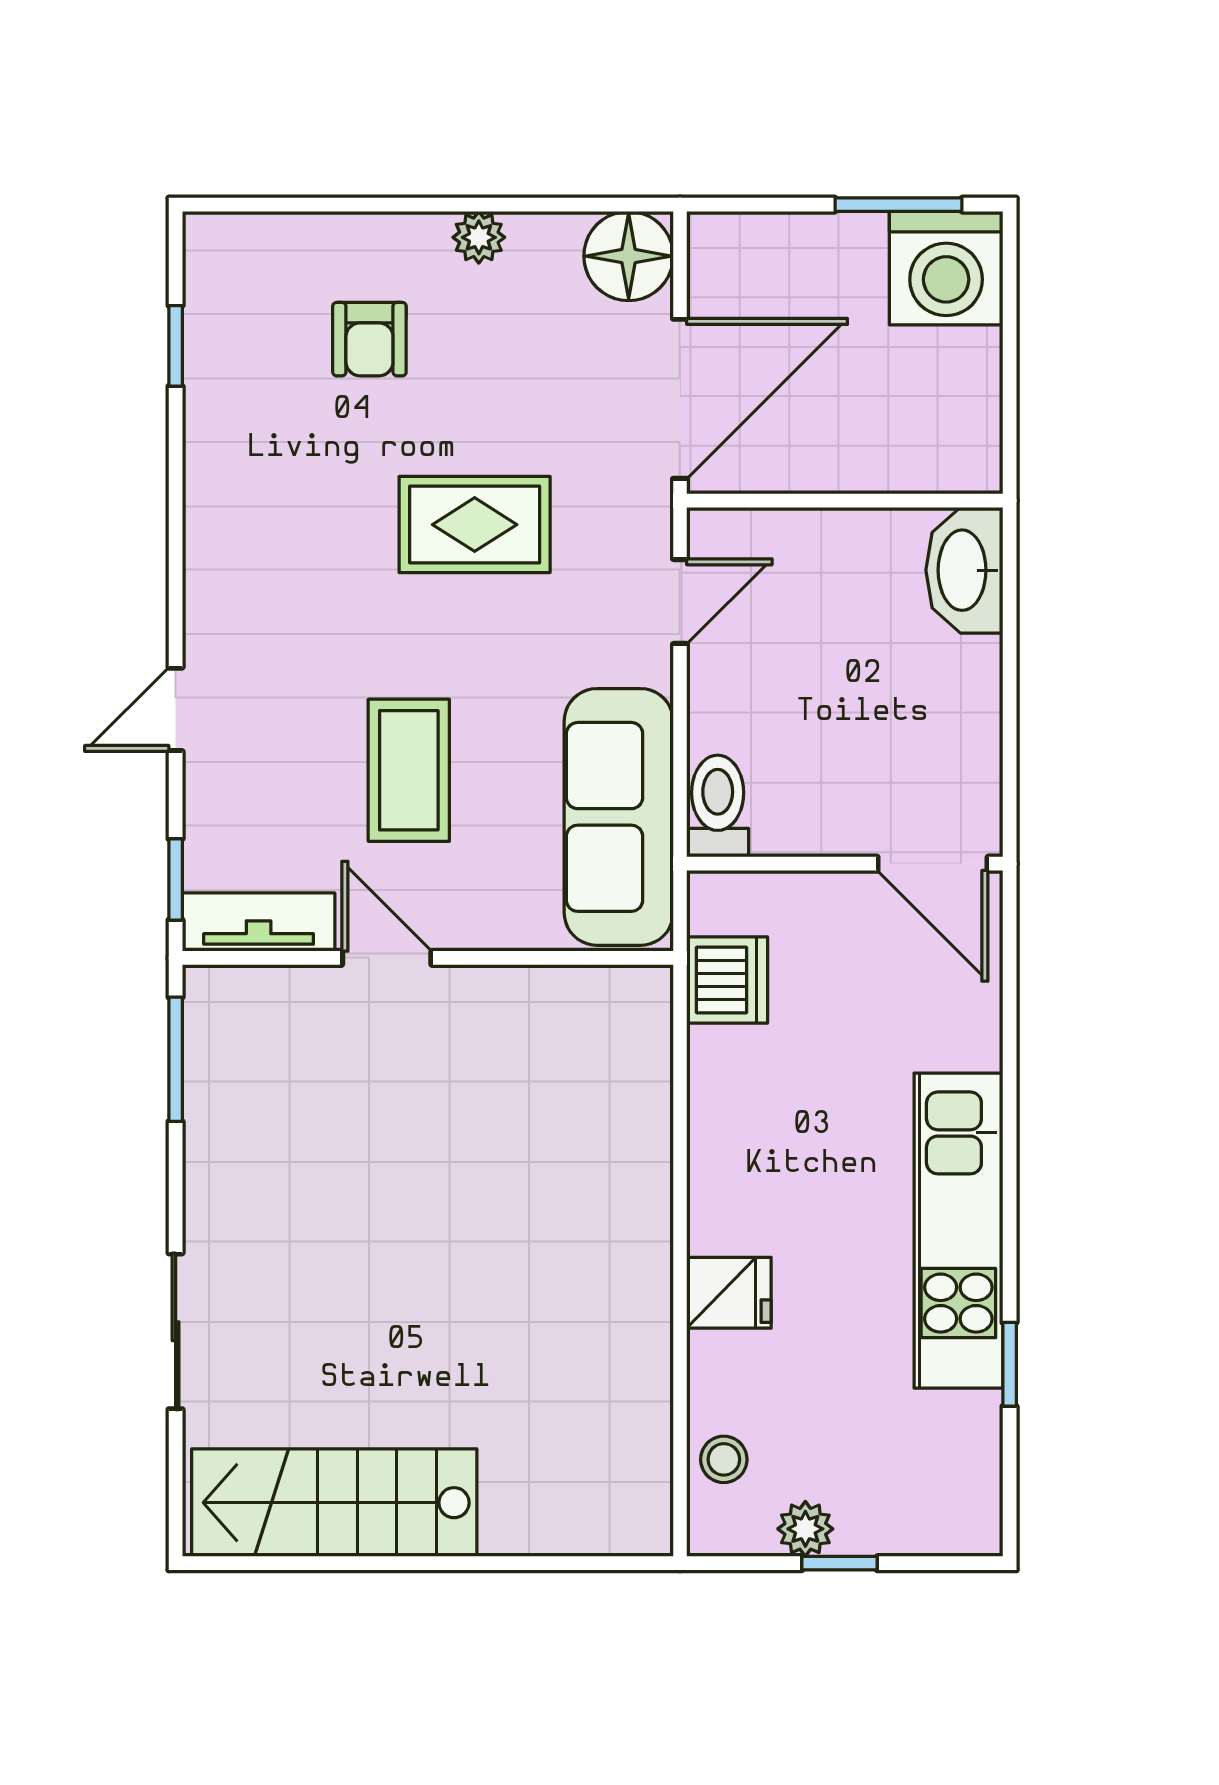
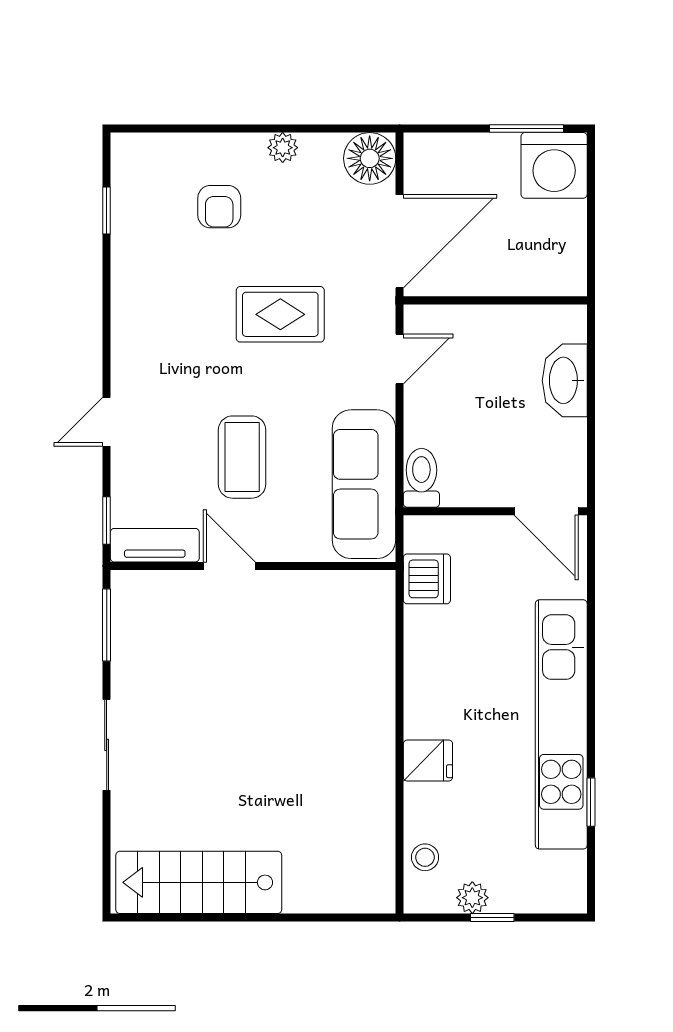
washbasin: (964, 570) -> (565, 380), moved
kitchen unit: (958, 1231) -> (561, 724), width x1.36
sliding door: (176, 1331) -> (107, 745), moved

